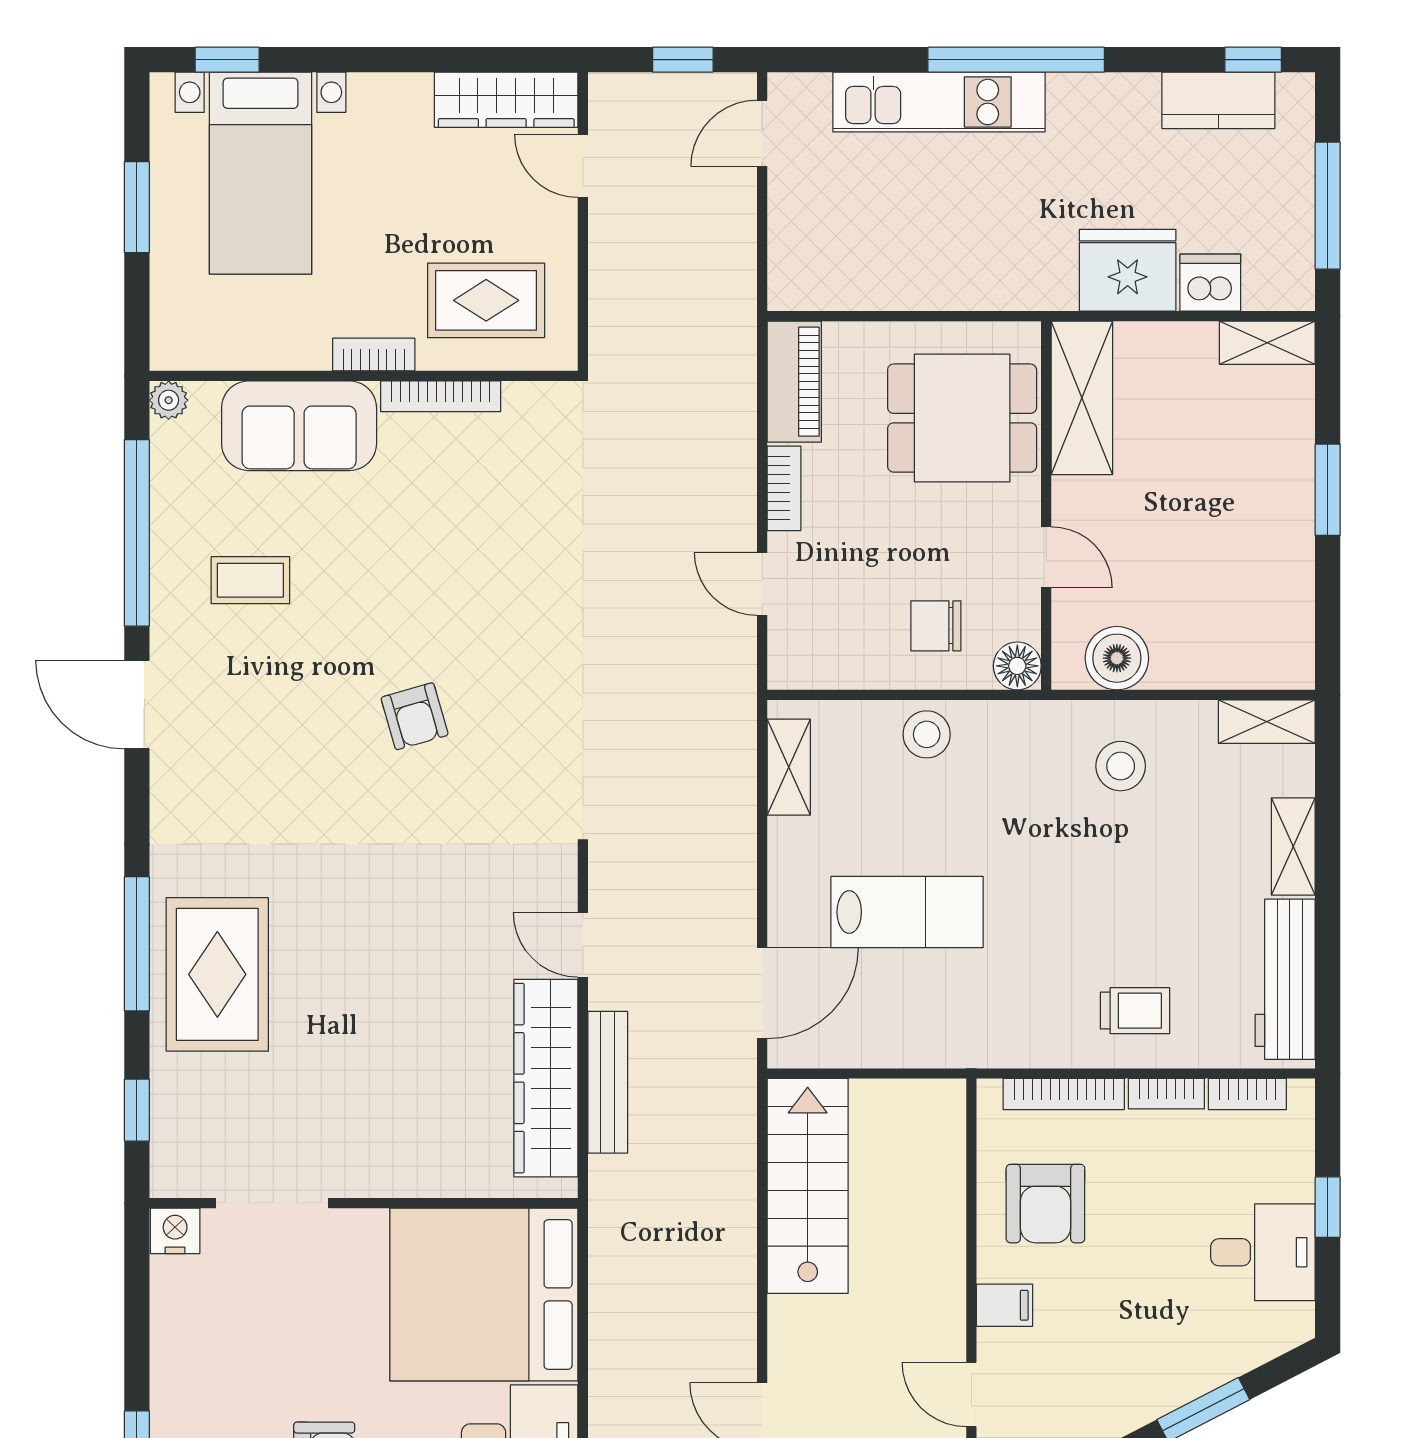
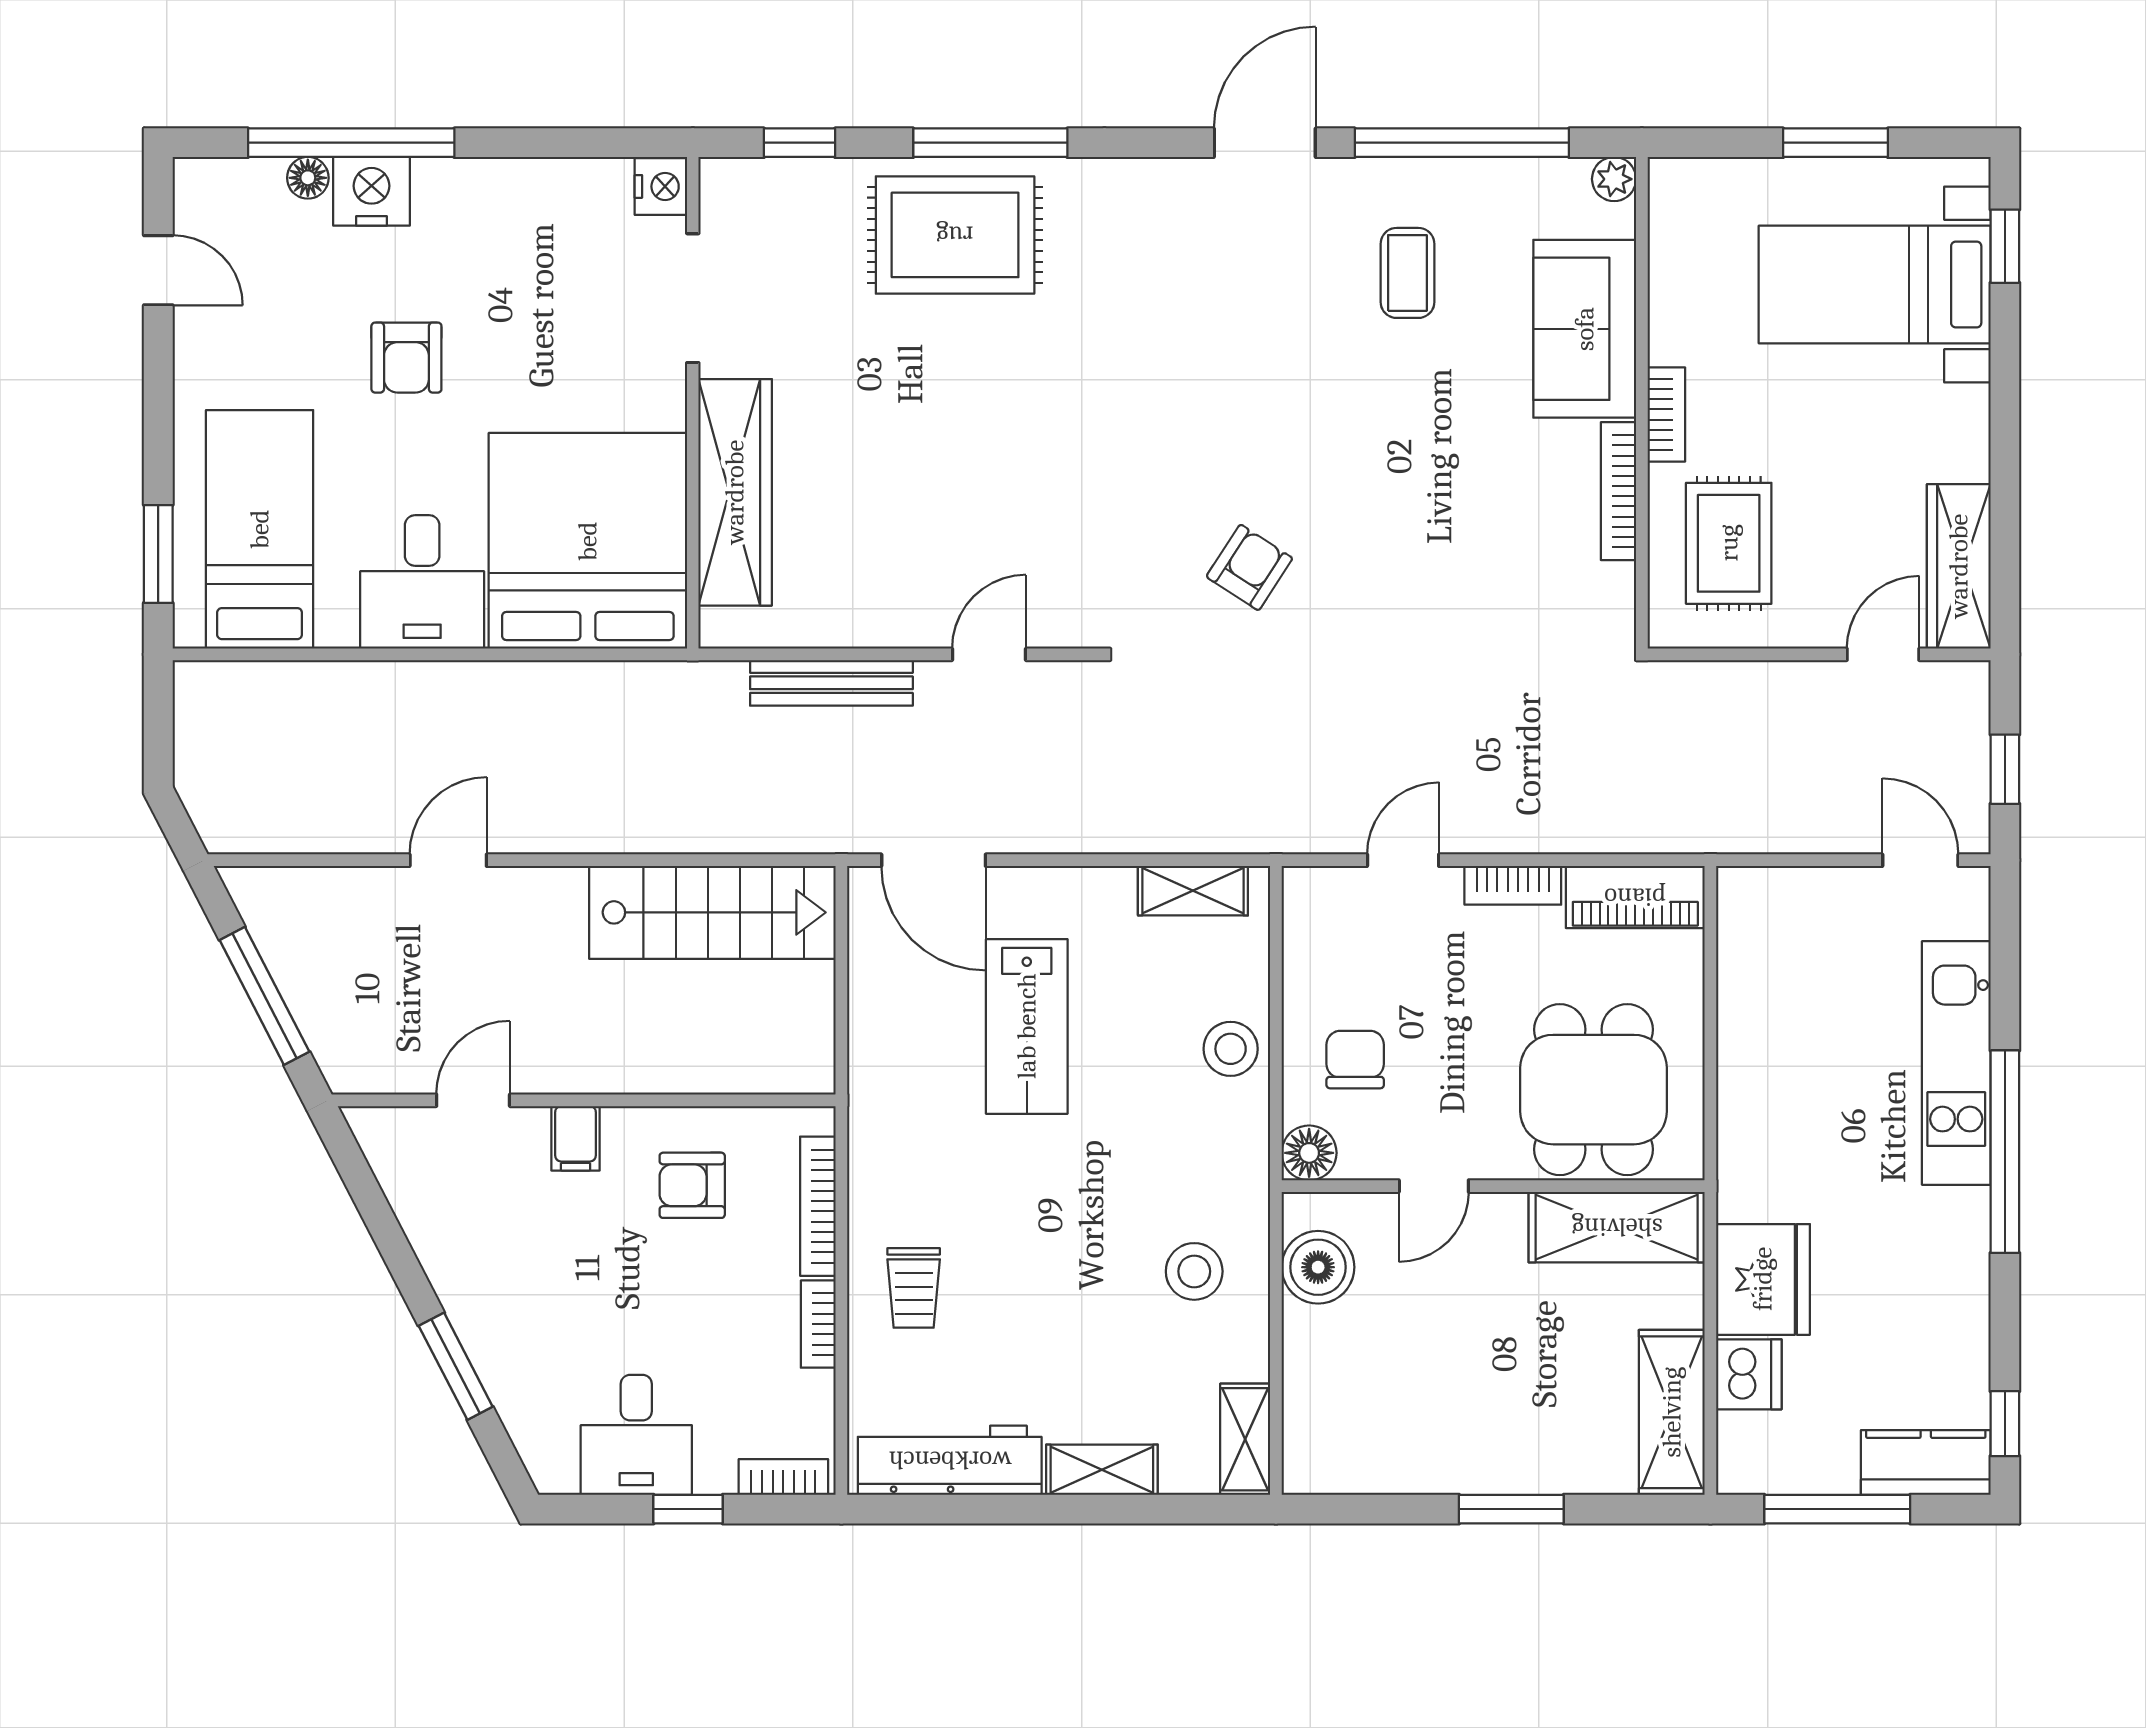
kitchen counter: (1218, 100) -> (1926, 1462), moved, turned 90
shelving: (1267, 343) -> (1672, 1412), width x1.50, depth x1.33
armchair: (415, 716) -> (1249, 567), moved, turned 139
wardrobe: (546, 1078) -> (735, 492), moved, turned 90
bookcase: (1247, 1094) -> (783, 1477), moved, turned 90
armchair: (1045, 1204) -> (692, 1185), width x0.72, depth x0.72

